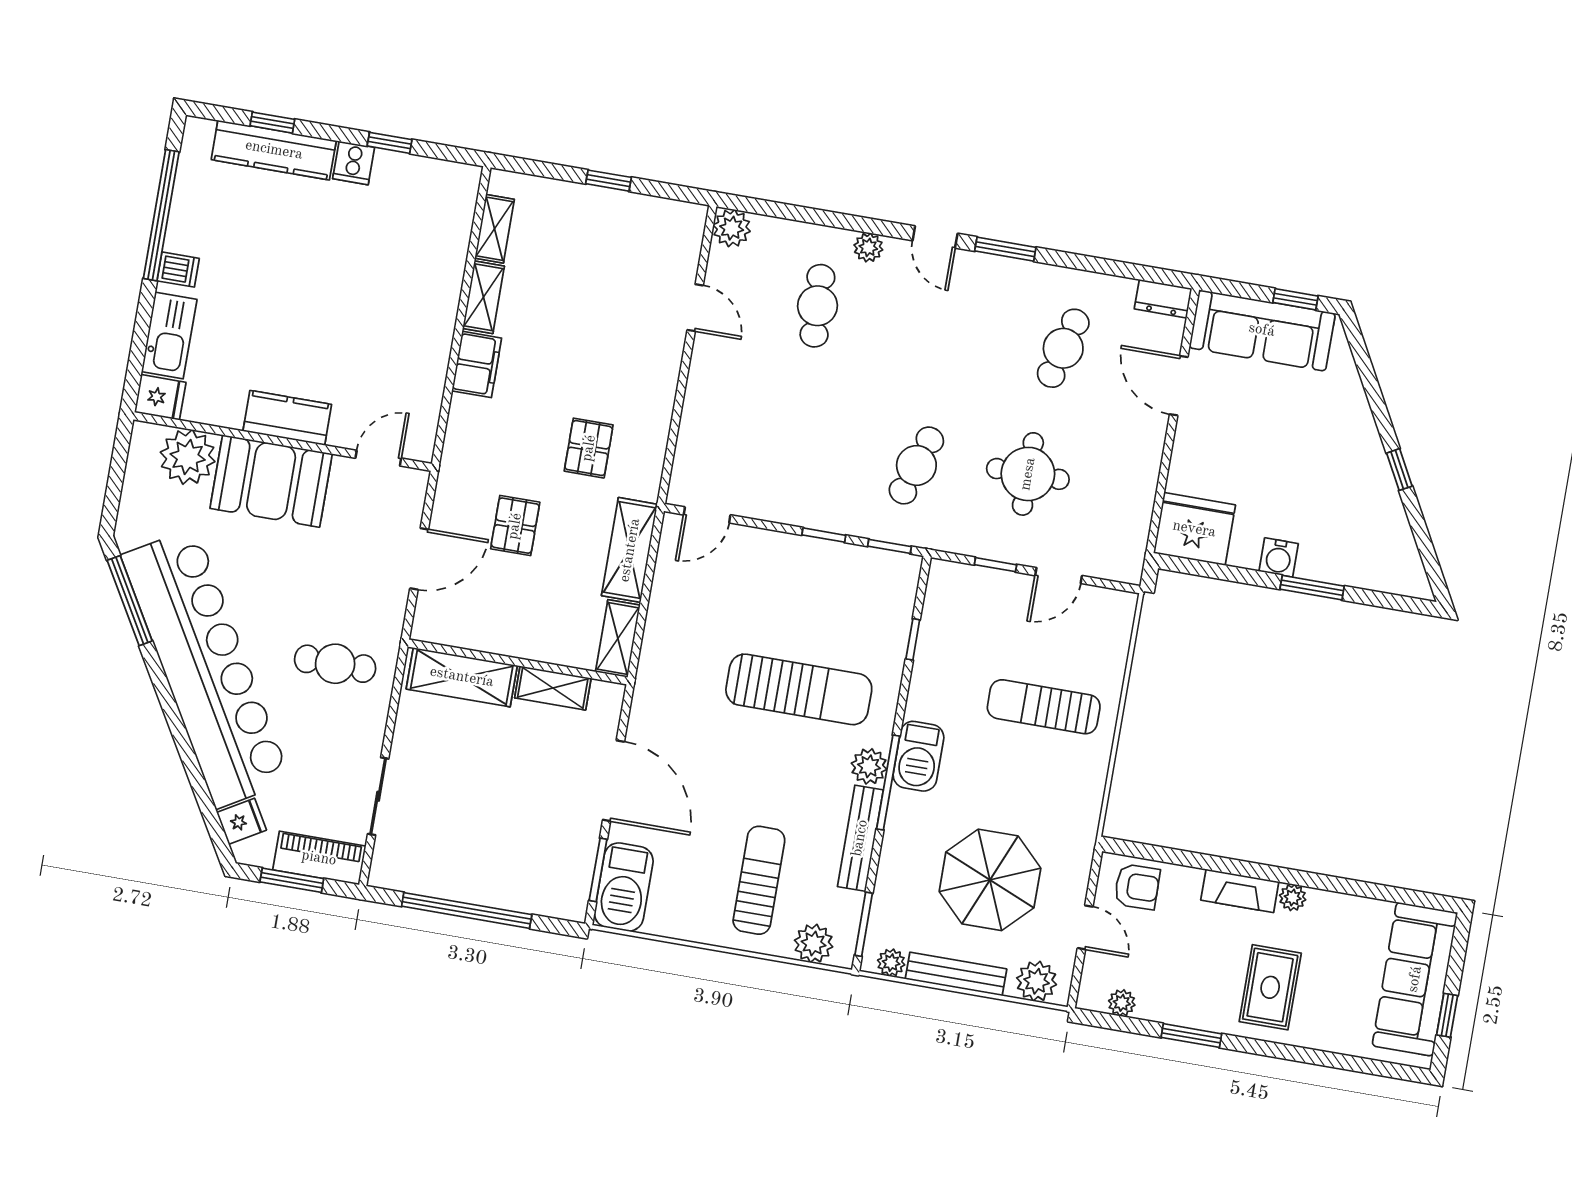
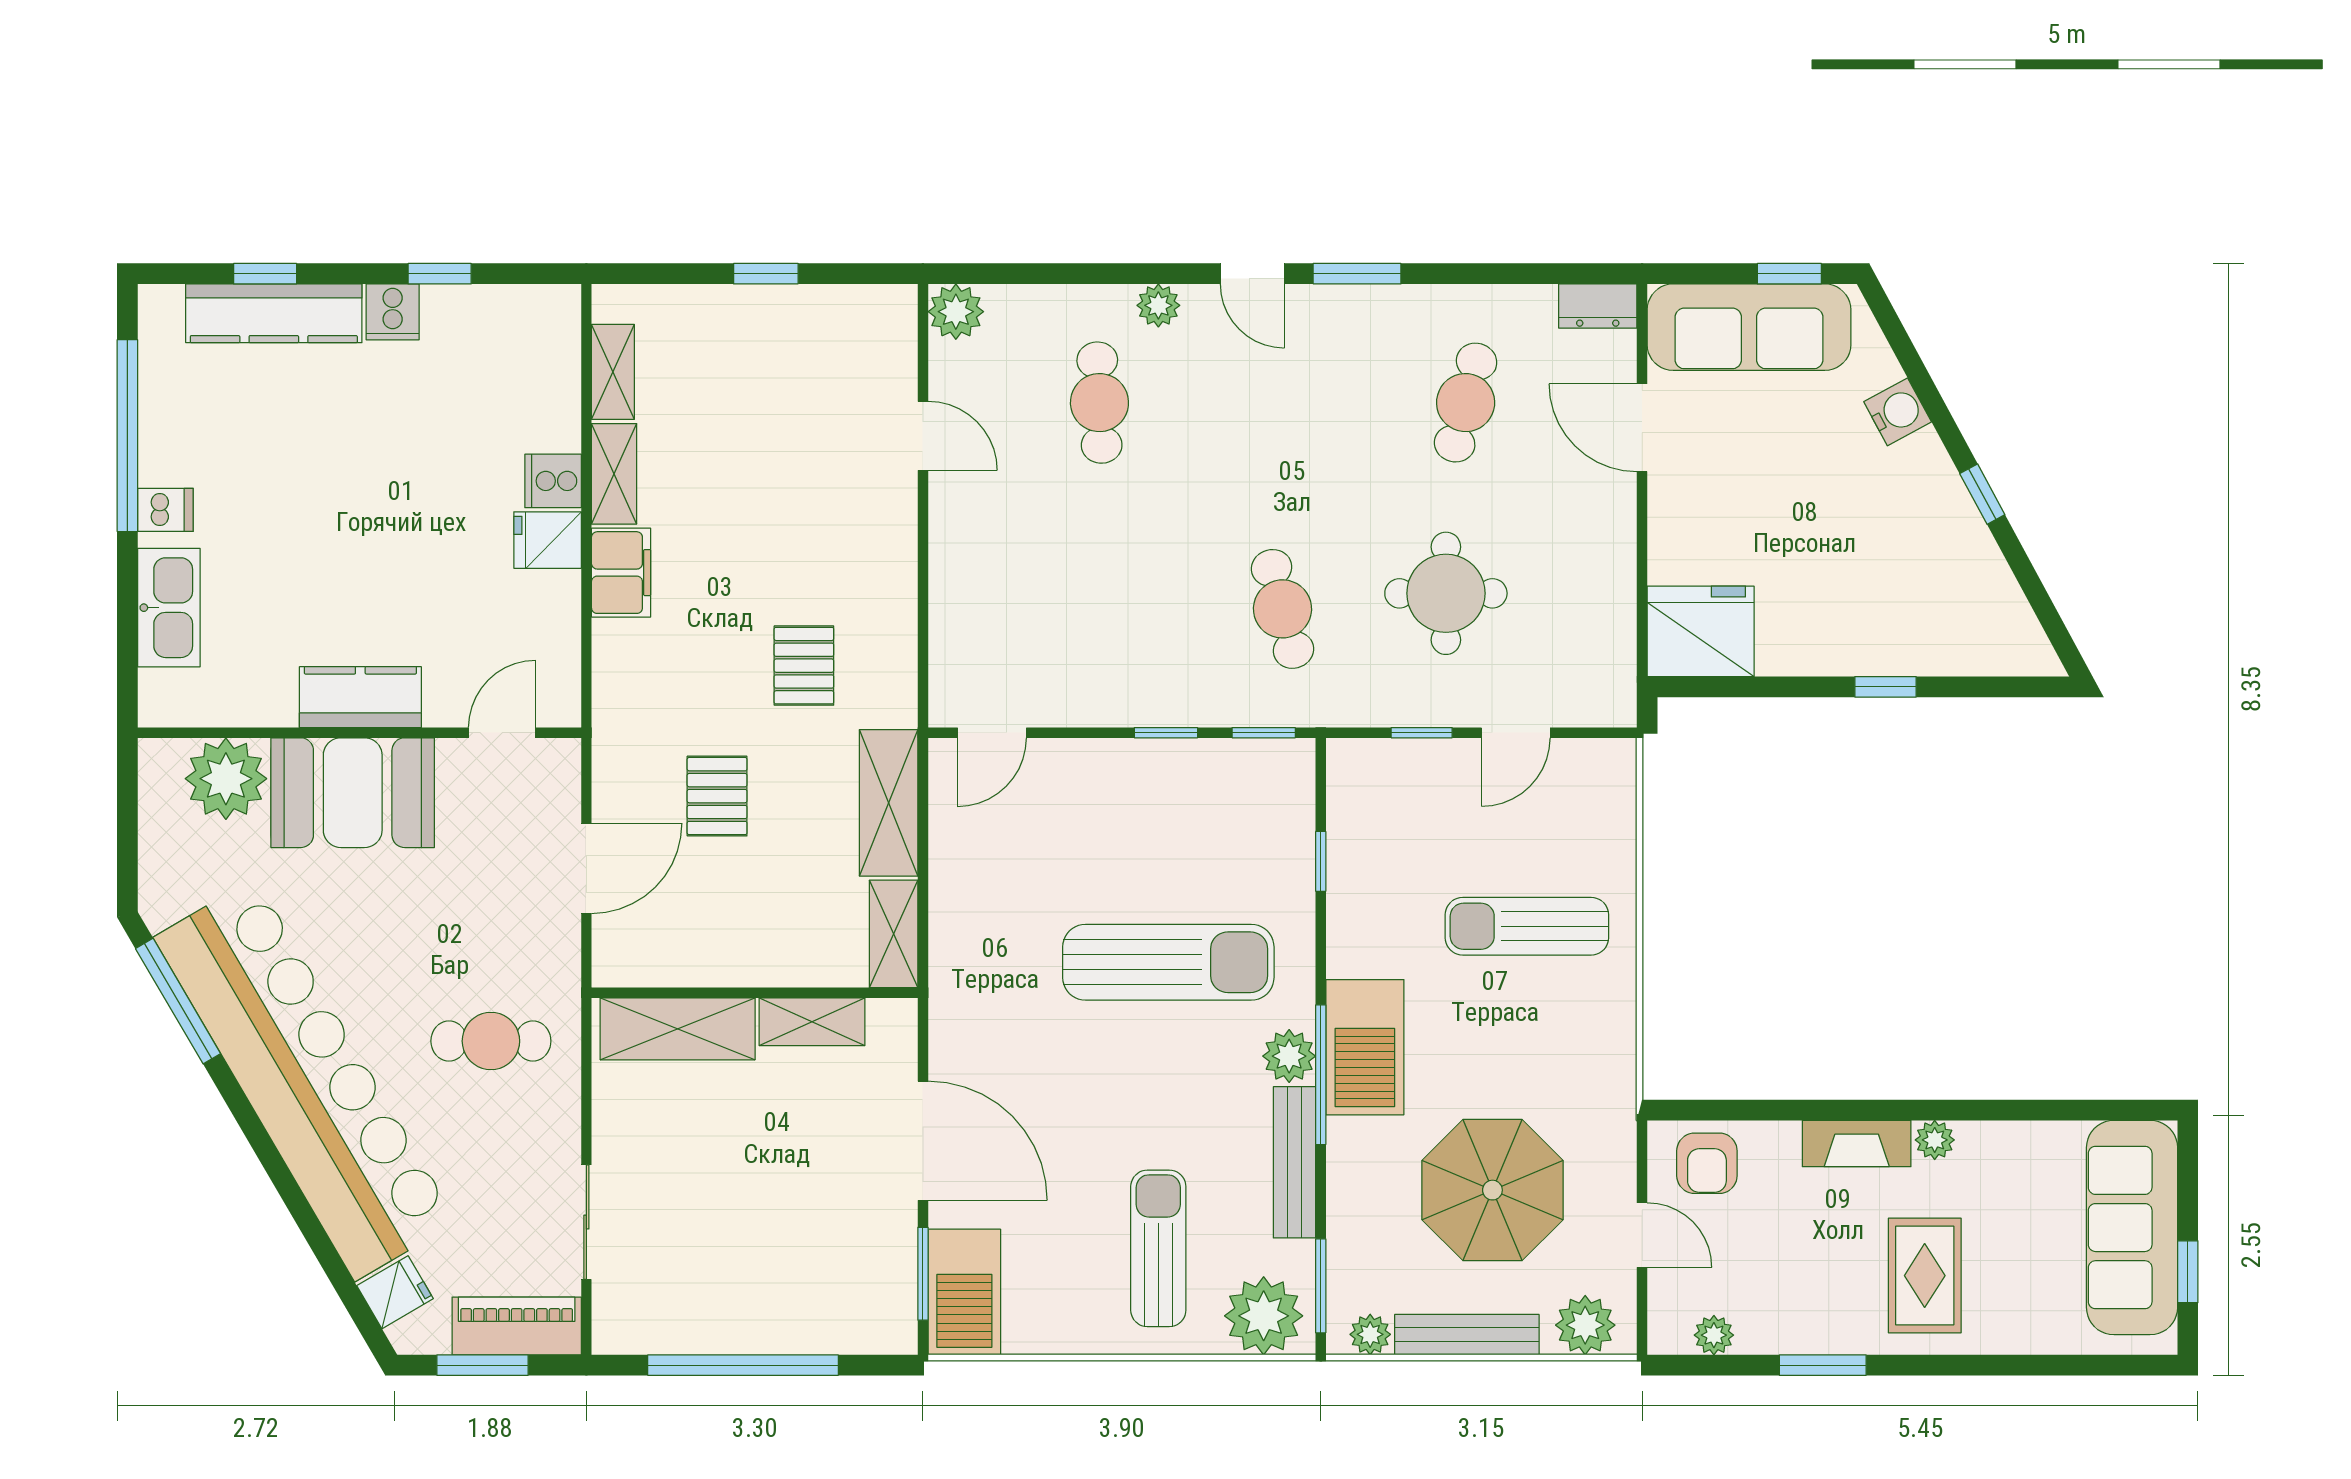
cooker: (442, 295) -> (553, 481), added
fridge: (160, 397) -> (548, 540), moved, turned 180
cafe table: (916, 465) -> (1283, 609), turned -33
water cooler: (1279, 557) -> (1898, 412), moved, turned -118
window: (1312, 588) -> (1886, 687), width x0.67
barbecue: (918, 756) -> (1365, 1047), width x1.37, depth x1.21
armchair: (1137, 887) -> (1707, 1163), turned 91
plant: (814, 943) -> (1264, 1316), width x1.36, depth x1.36

